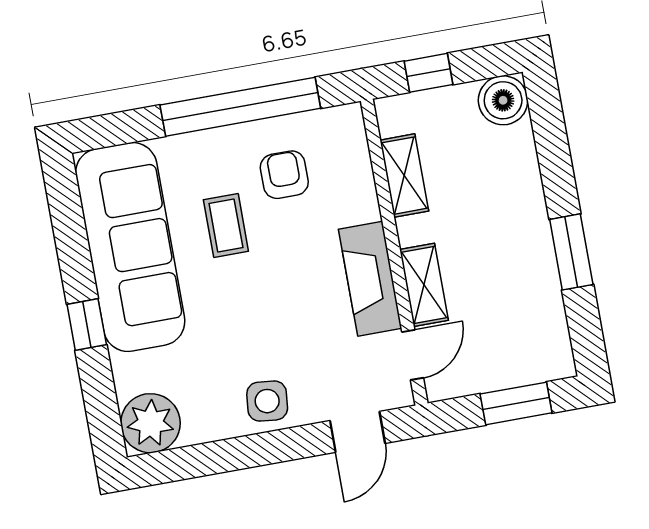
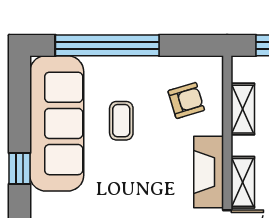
window: (240, 107) -> (107, 45), moved
armchair: (284, 175) -> (186, 100), moved, turned 73

